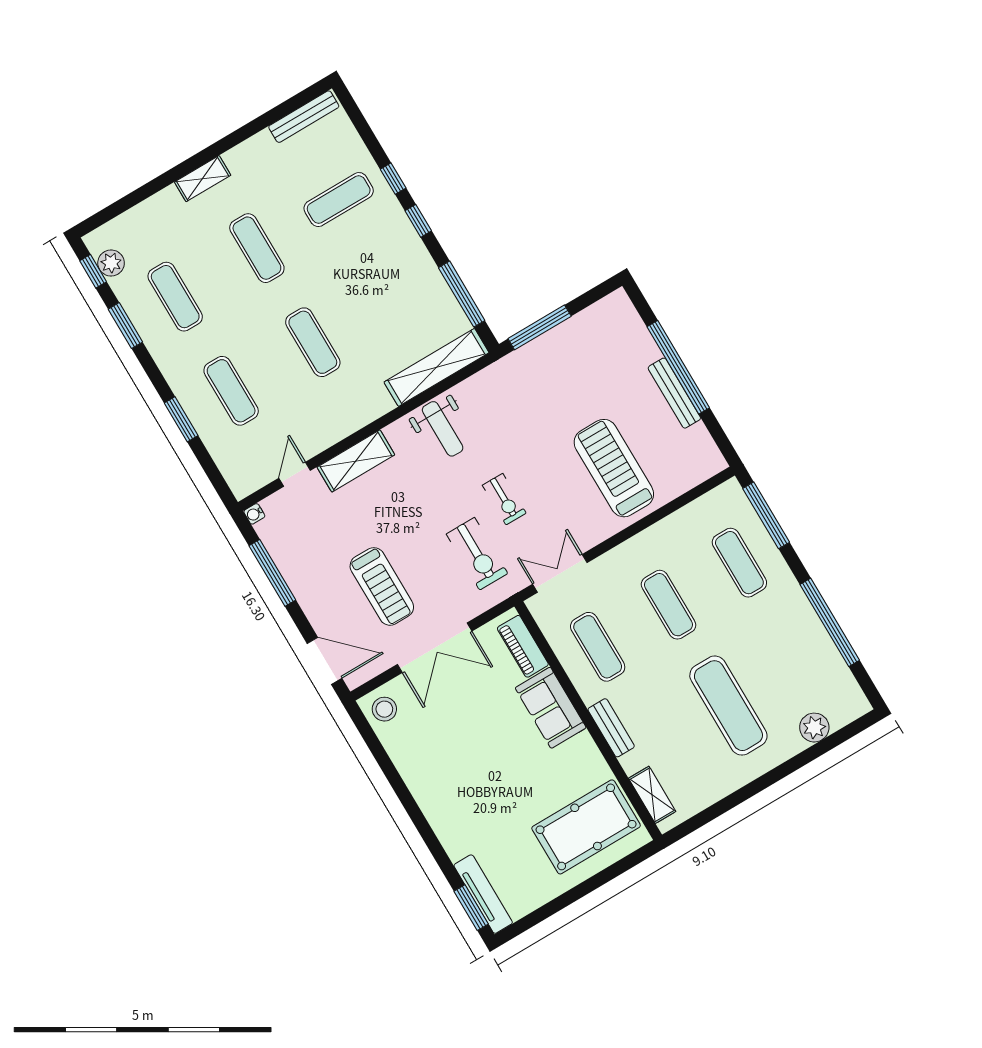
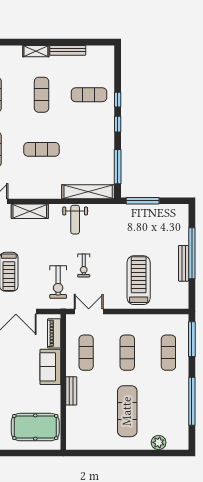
bench: (304, 117) -> (68, 50), moved
exercise mat: (313, 342) -> (42, 149), turned 90
shelving: (652, 795) -> (72, 430), removed

